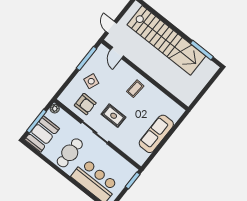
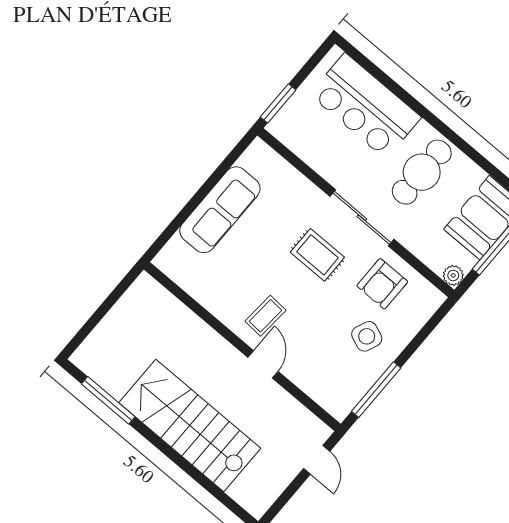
stairs: (166, 40) -> (190, 425), width x0.73
door: (117, 53) -> (263, 364), moved
armchair: (85, 104) -> (382, 284), turned -90

